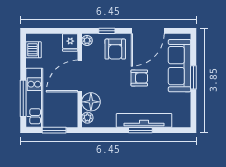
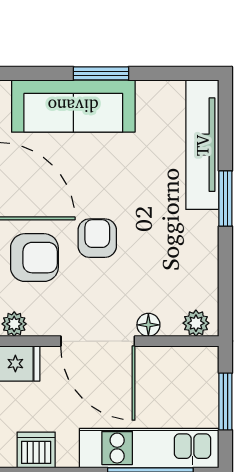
armchair: (139, 78) -> (97, 238), moved
floor lamp: (91, 102) -> (148, 325), width x0.53, depth x0.53
tv unit: (144, 120) -> (202, 145), moved

